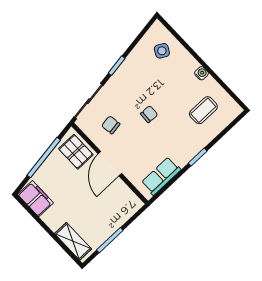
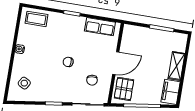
coffee table: (203, 110) -> (36, 19), moved
shelving: (73, 241) -> (176, 66), moved

